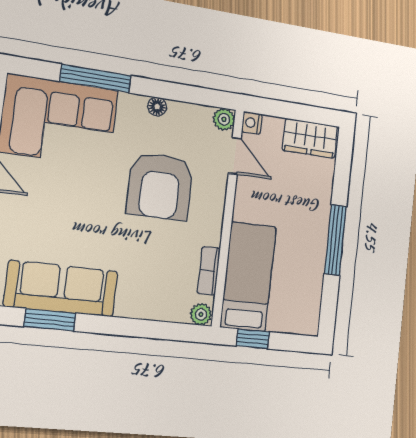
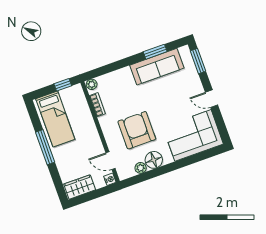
window: (96, 79) -> (187, 161), removed
floor lamp: (157, 107) -> (154, 160), width x1.89, depth x1.89
plant: (224, 119) -> (141, 168), moved
bed: (248, 277) -> (55, 119), moved

